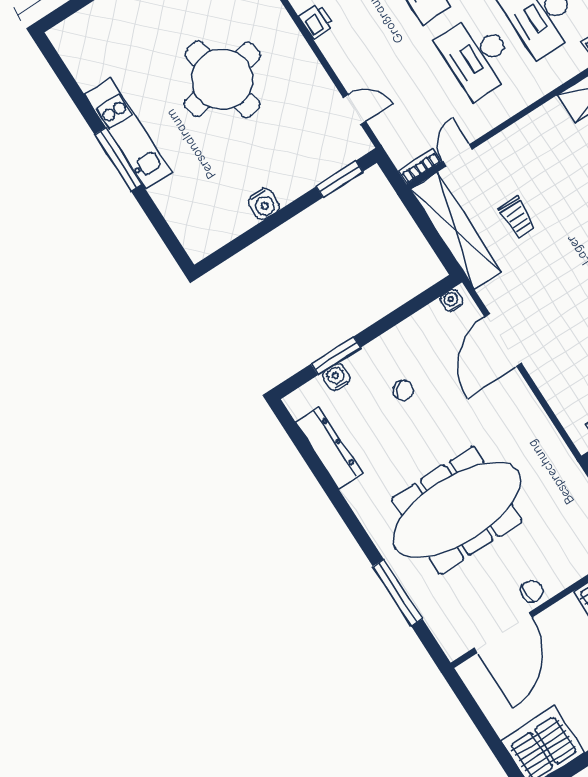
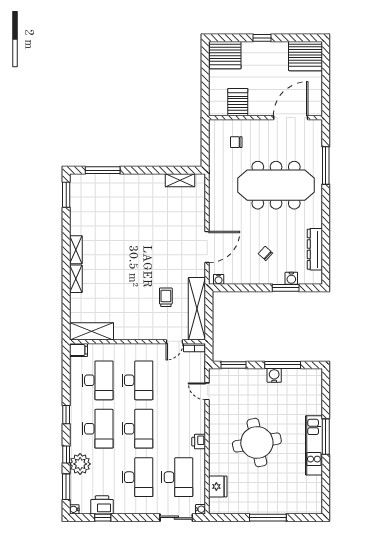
window: (261, 230) -> (283, 365), added
chair: (532, 591) -> (236, 142), moved

